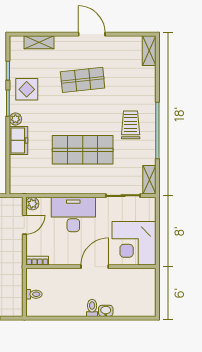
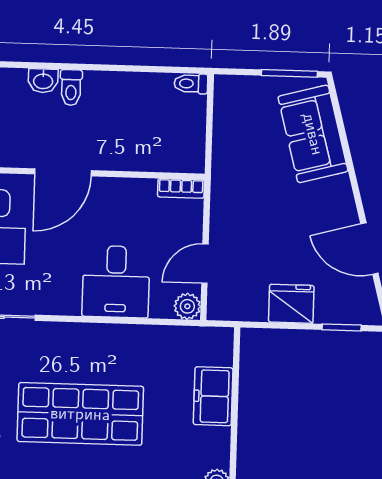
freezer: (18, 140) -> (213, 396), moved
desk: (73, 214) -> (116, 282), width x0.73
toilet: (34, 294) -> (191, 84), moved

